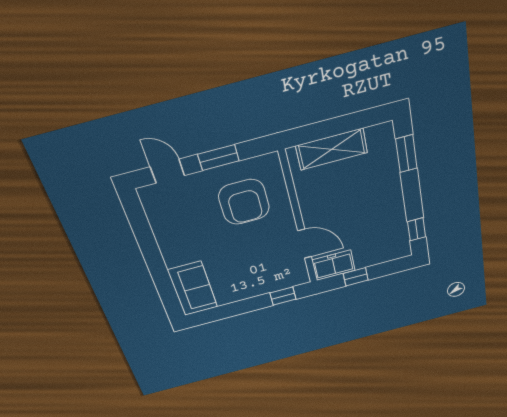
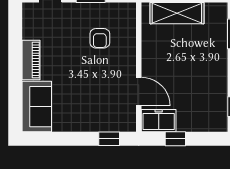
armchair: (244, 202) -> (100, 38), width x0.53, depth x0.53
piano: (169, 246) -> (31, 60), added

